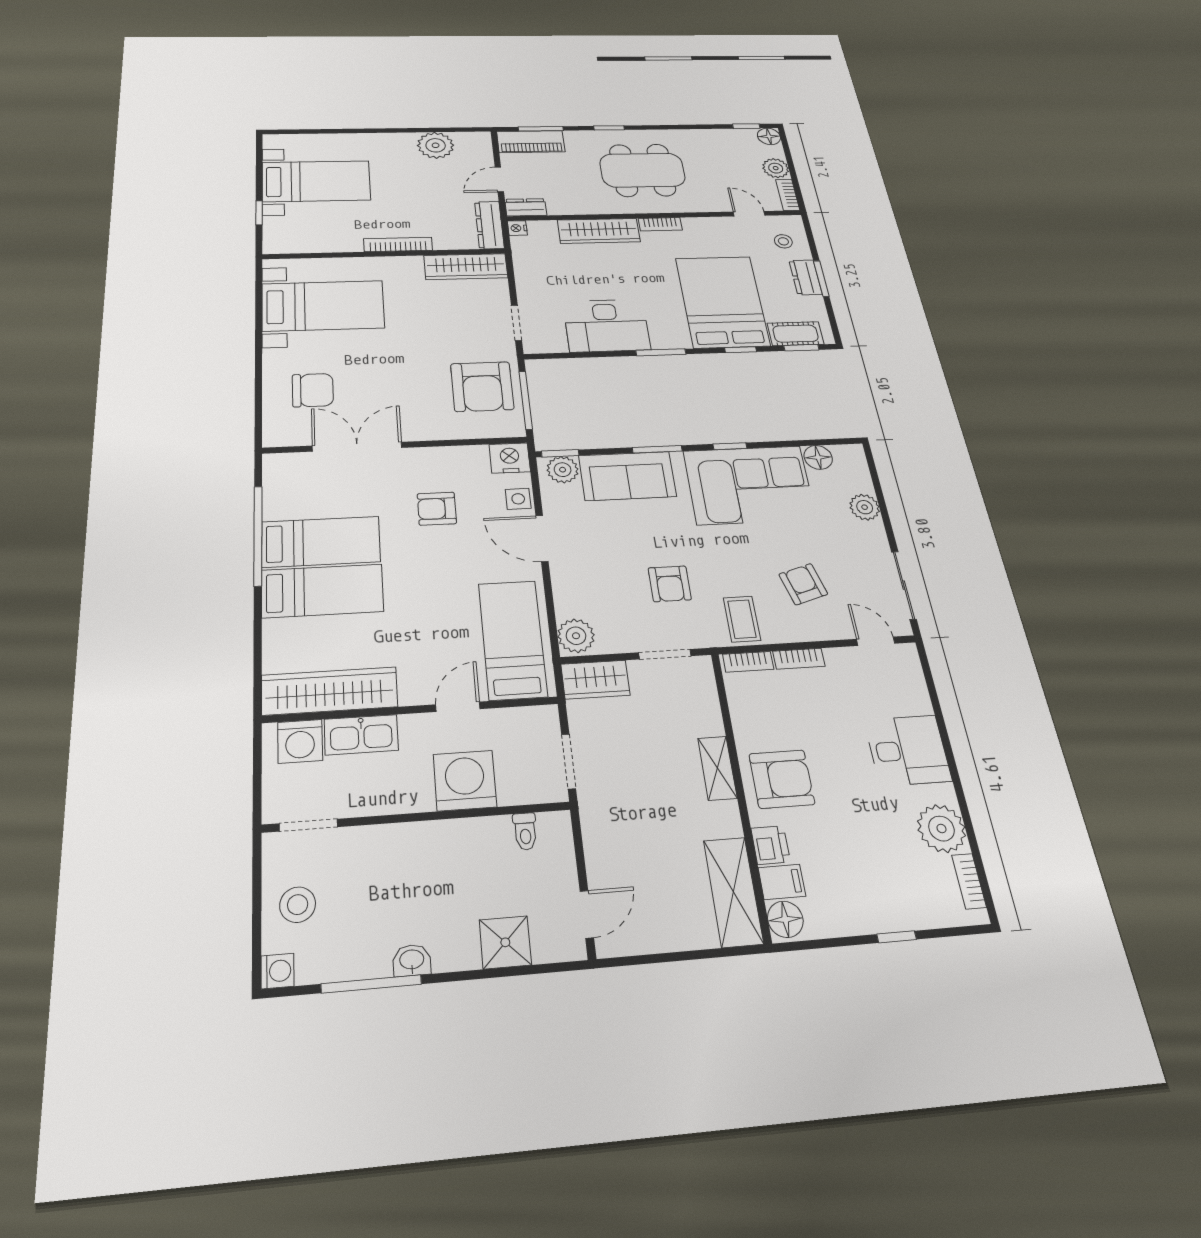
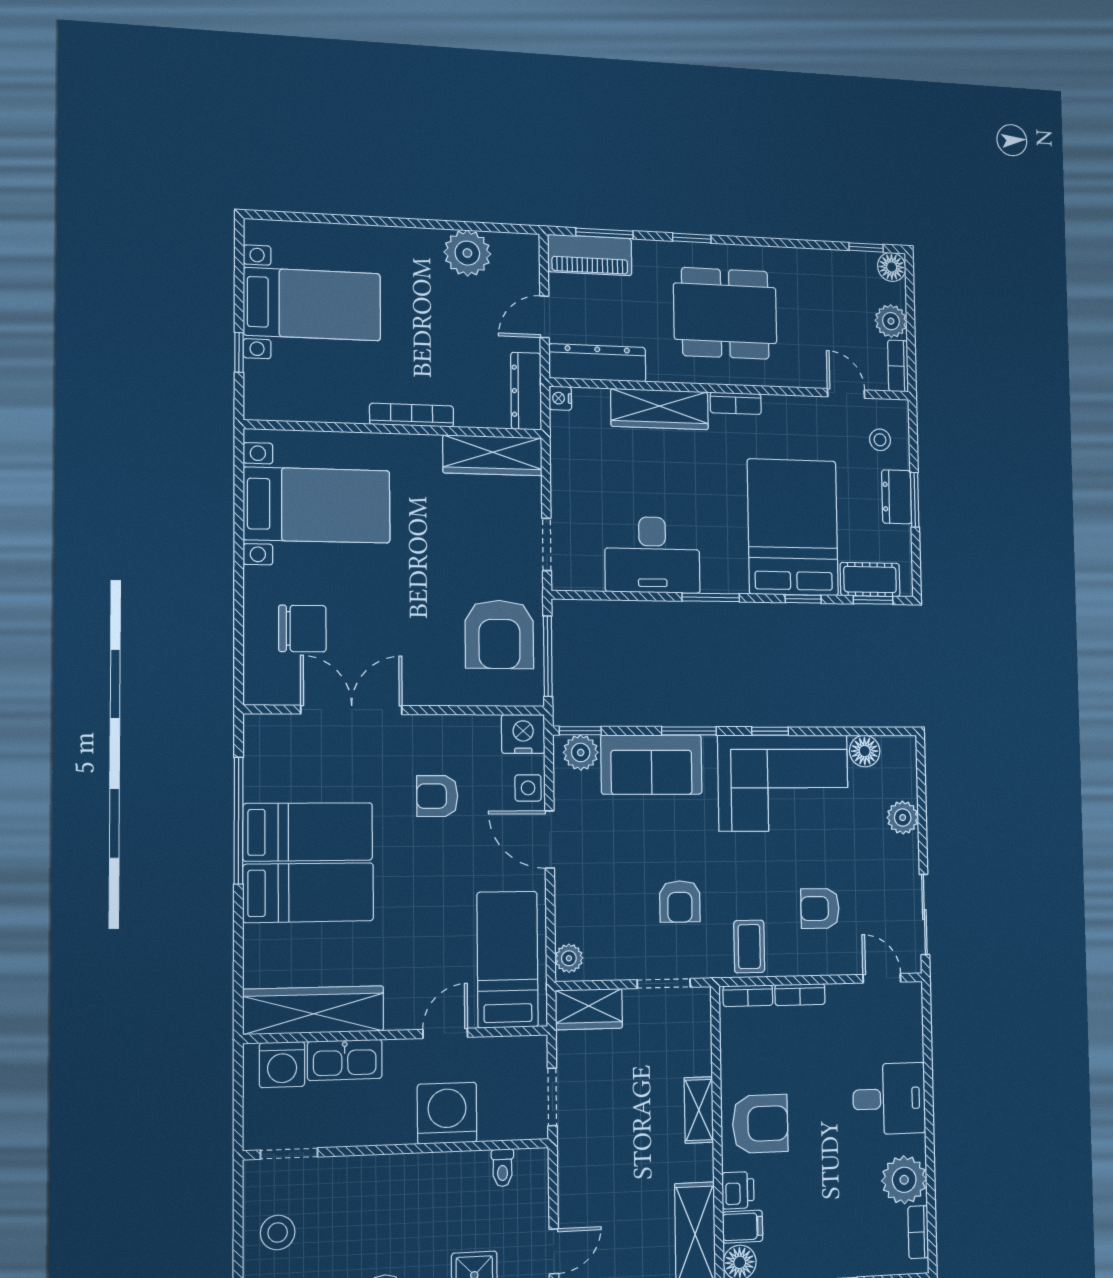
dresser: (526, 207) -> (597, 363), width x1.96, depth x1.24
armchair: (803, 584) -> (820, 908), turned -74
plant: (576, 636) -> (569, 958), width x0.73, depth x0.73

